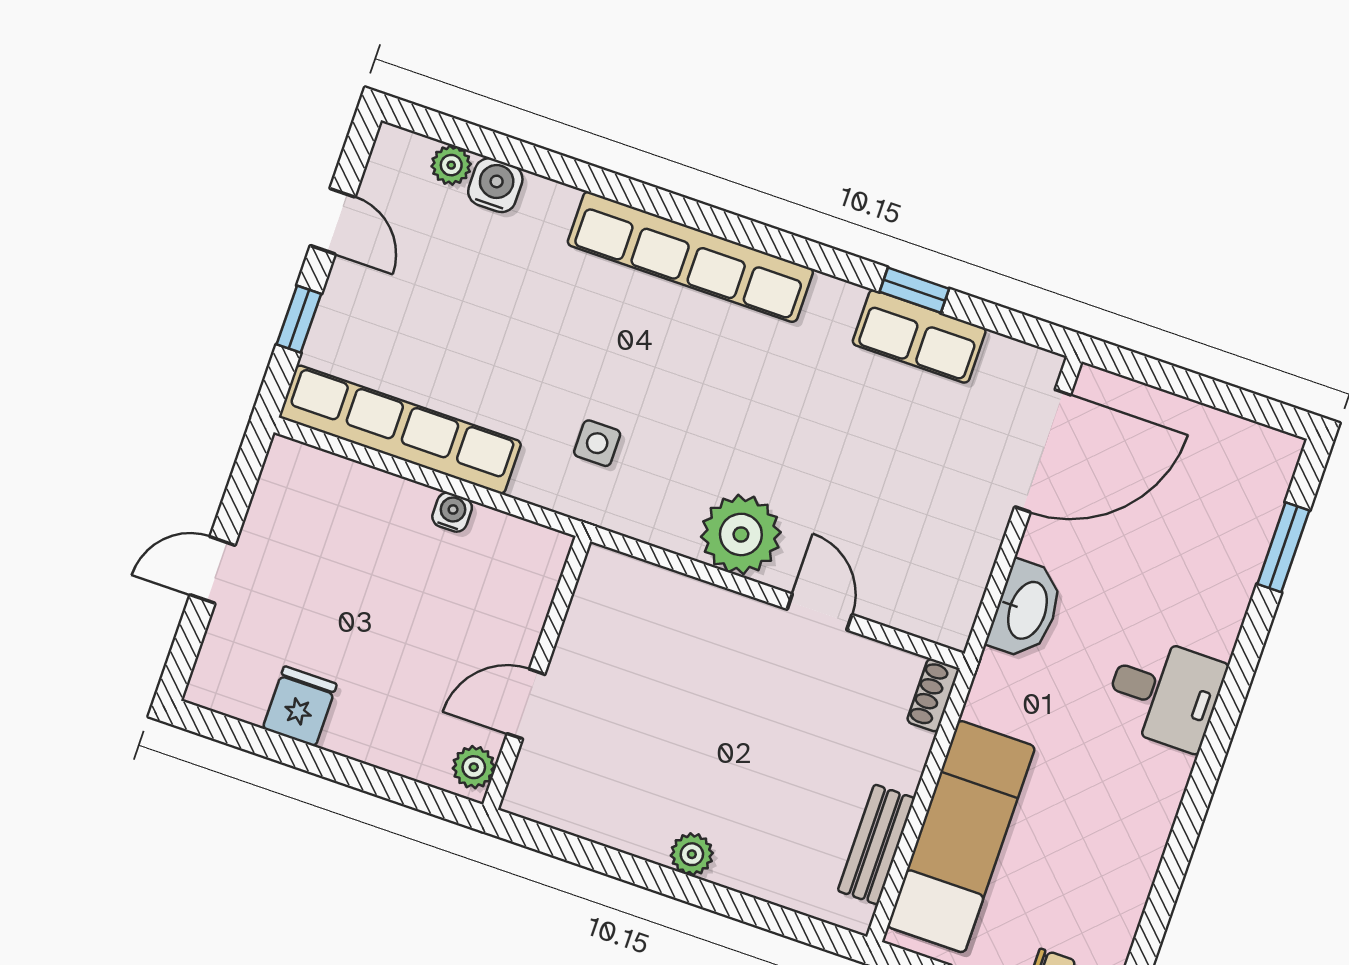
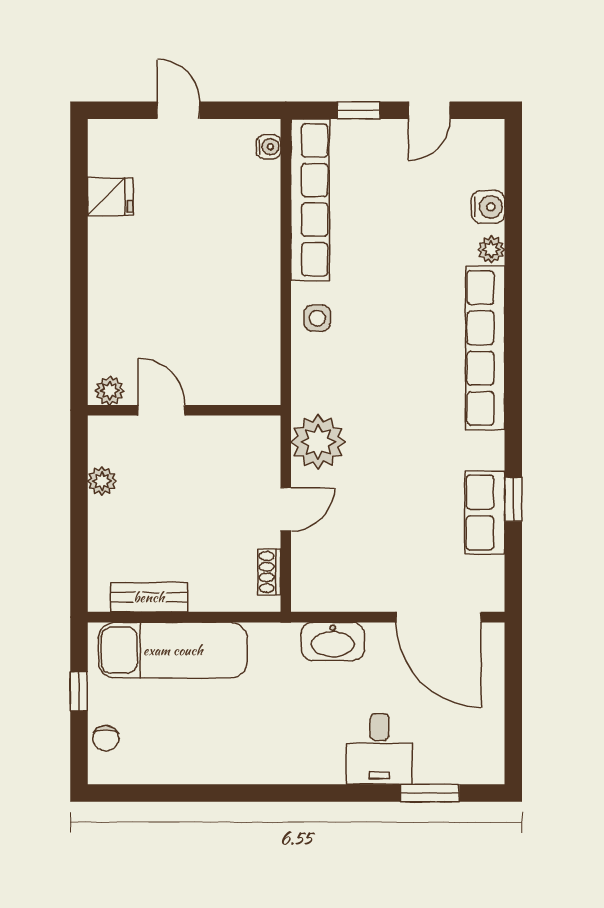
plant: (451, 165) -> (491, 250), moved
side table: (597, 443) -> (317, 318), moved
water cooler: (452, 512) -> (269, 147), moved
wall: (537, 673) -> (184, 410), moved
desk: (1164, 693) -> (380, 749), moved
shoe rack: (933, 695) -> (269, 572), moved, turned -90
door: (526, 704) -> (162, 410), moved
plant: (474, 767) -> (110, 391), moved

